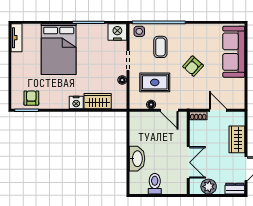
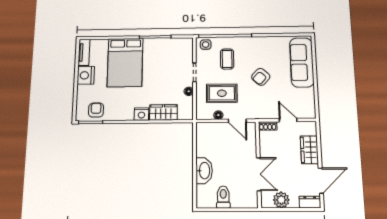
nightstand: (117, 32) -> (86, 75), moved, turned -90

